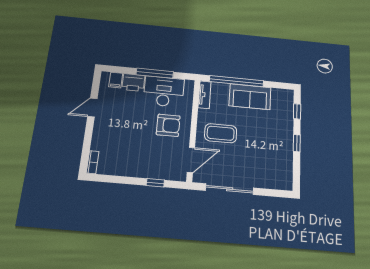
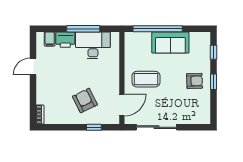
tv unit: (205, 95) -> (129, 45), removed
armchair: (168, 125) -> (85, 101), moved, turned -116
armchair: (275, 140) -> (195, 81), added

